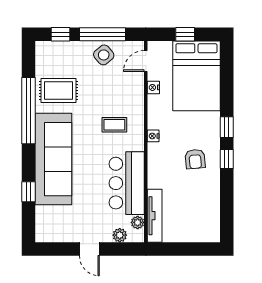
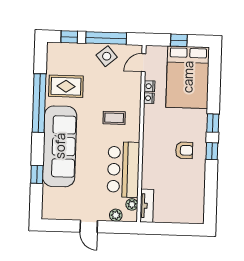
nightstand: (153, 136) -> (149, 98), moved
armchair: (195, 159) -> (184, 150), turned -85
tv unit: (155, 216) -> (147, 206), width x0.71

